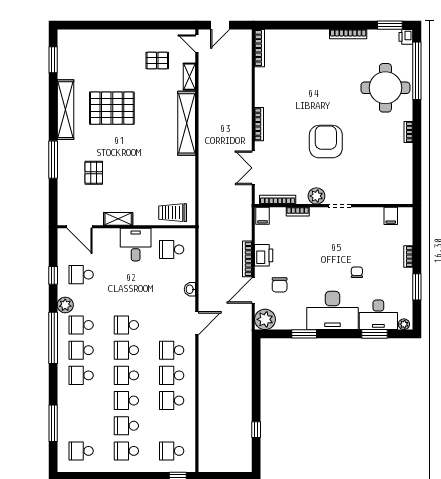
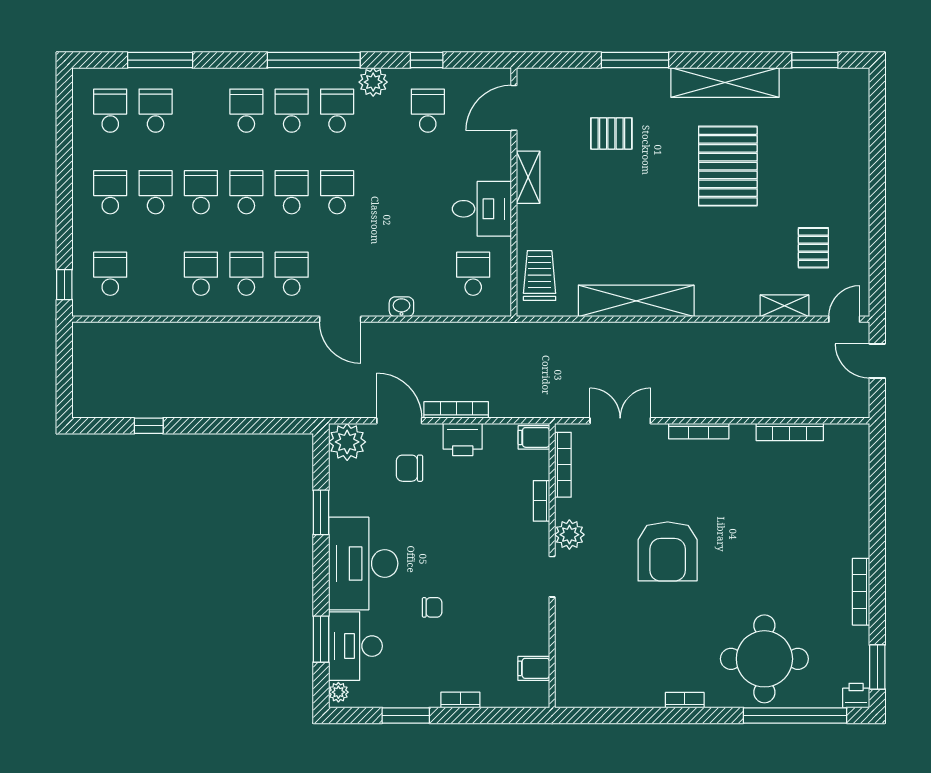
bookcase: (259, 48) -> (790, 432), moved
shelving: (187, 123) -> (636, 301), moved
armchair: (326, 142) -> (668, 551), turned 90
school desk: (81, 426) -> (156, 111), added

